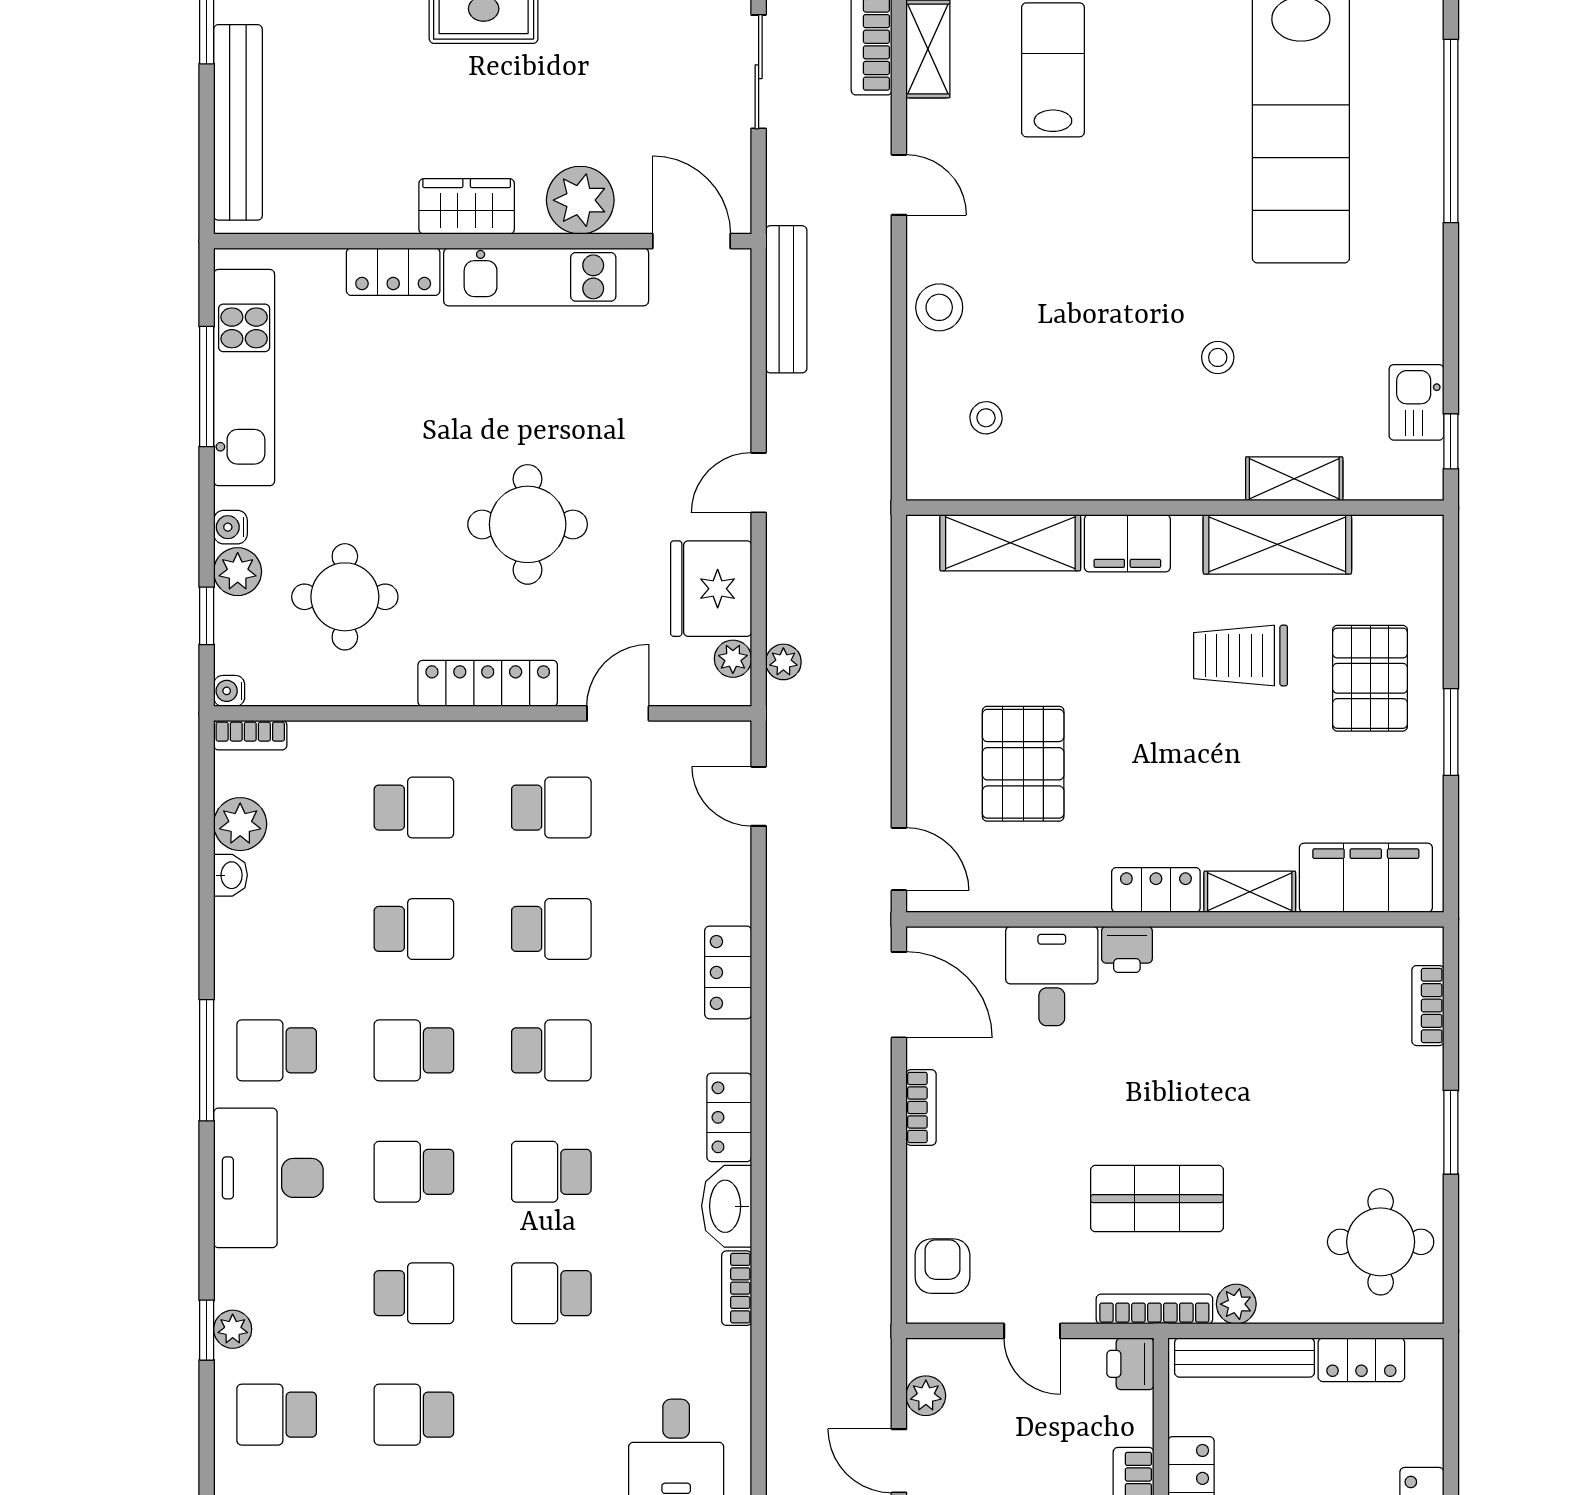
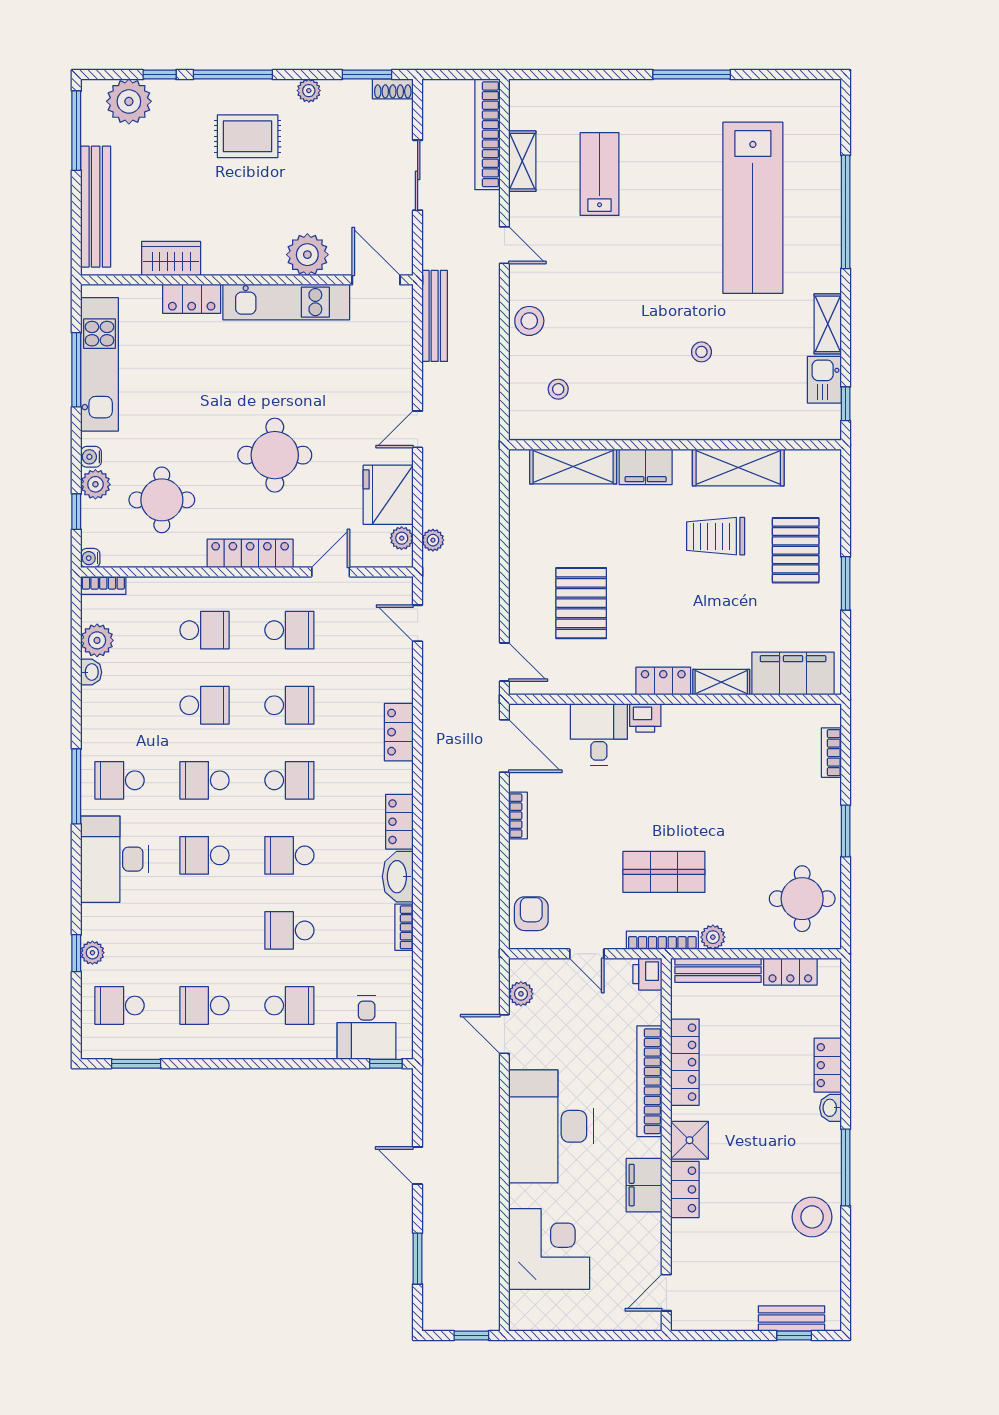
wardrobe: (467, 206) -> (171, 258), moved
shelving: (1294, 479) -> (828, 324), moved, turned 90
school desk: (414, 1293) -> (289, 1005), moved

